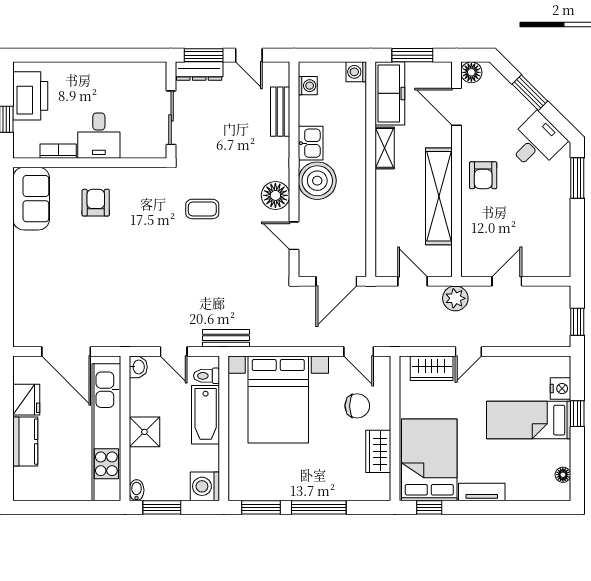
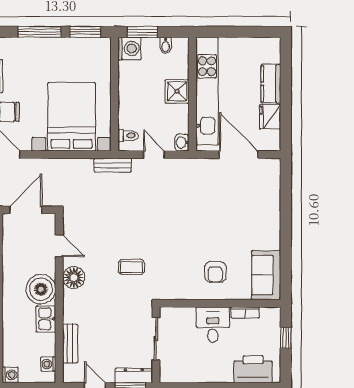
printer: (30, 96) -> (253, 369), moved, turned 90
bathtub: (206, 415) -> (129, 105), removed
bidet: (137, 490) -> (166, 45), moved
window: (162, 507) -> (142, 32), moved

